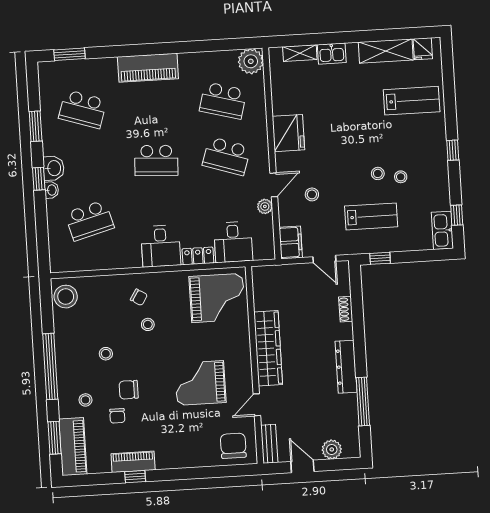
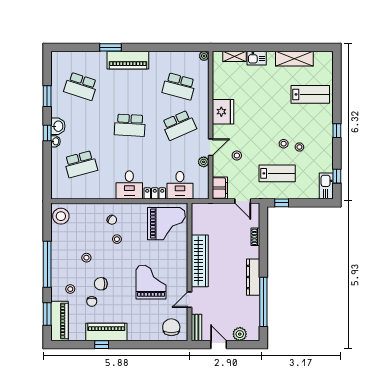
fridge: (423, 49) -> (320, 59), removed
window: (70, 54) -> (110, 47), moved
plant: (251, 61) -> (204, 56), width x0.53, depth x0.53
school desk: (226, 156) -> (179, 125), turned -42
grand piano: (200, 383) -> (151, 282), turned 90
window: (363, 401) -> (263, 302), width x1.46
piano: (133, 462) -> (106, 332), width x1.37, depth x1.33

